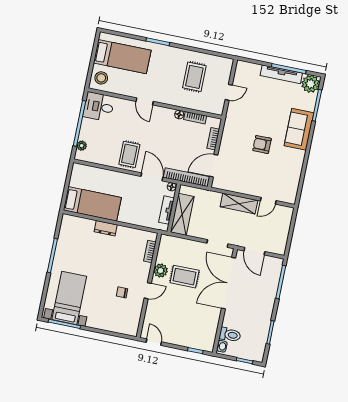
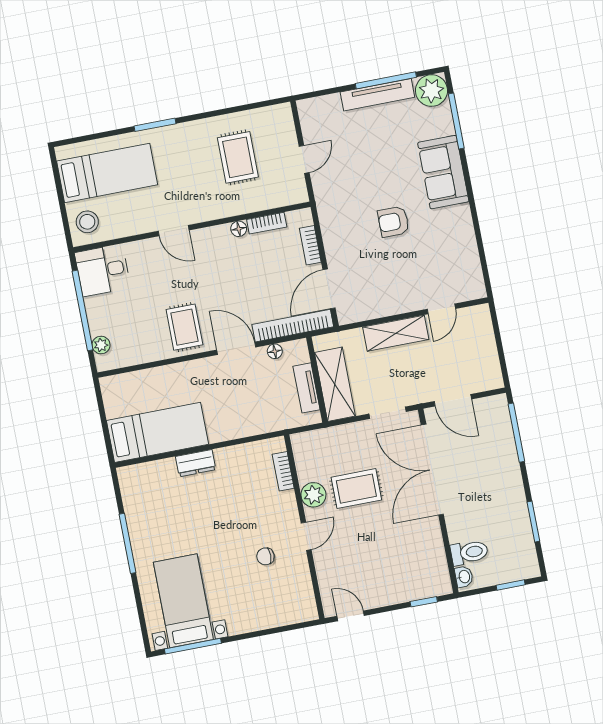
wall: (174, 208) -> (317, 380), moved
tv unit: (166, 210) -> (307, 388), moved
shelving: (182, 214) -> (335, 384), moved

